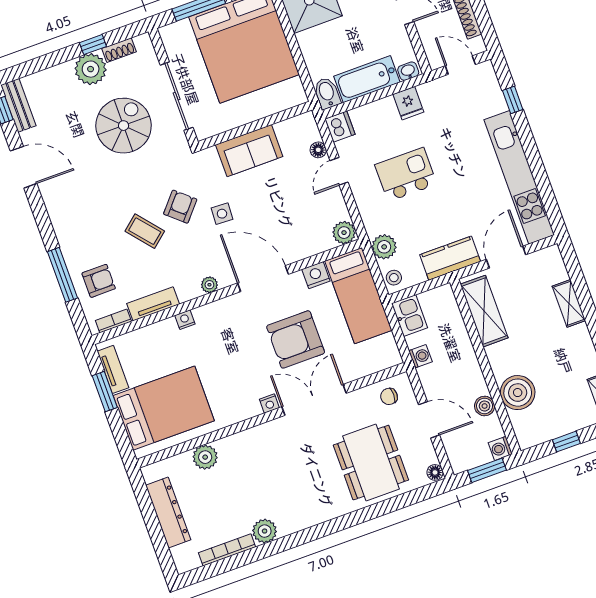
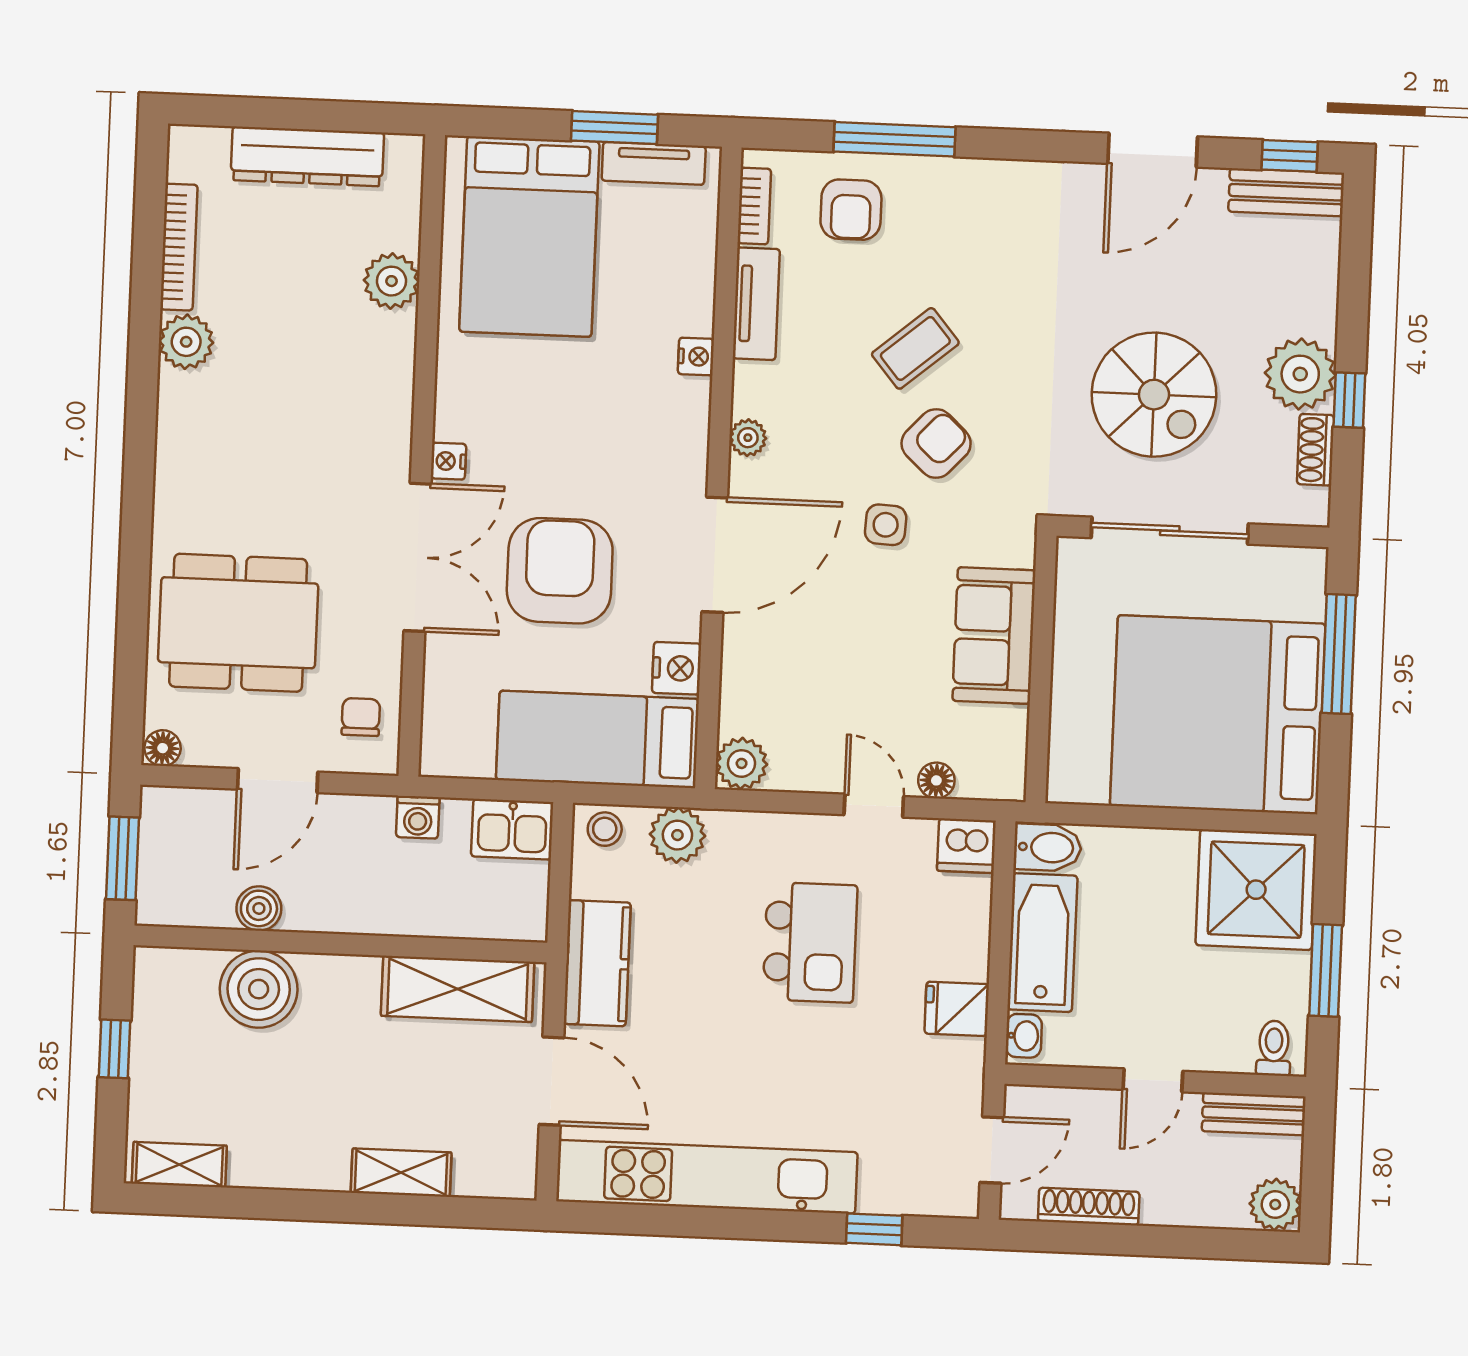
armchair: (180, 207) -> (936, 444), turned -88
washing machine: (500, 448) -> (157, 905), removed

